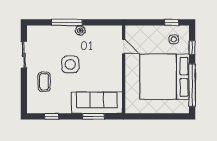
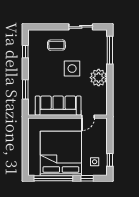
window: (67, 22) -> (110, 50), moved
plant: (80, 31) -> (99, 78), width x1.87, depth x1.87
sofa: (97, 103) -> (58, 106), moved, turned -90

